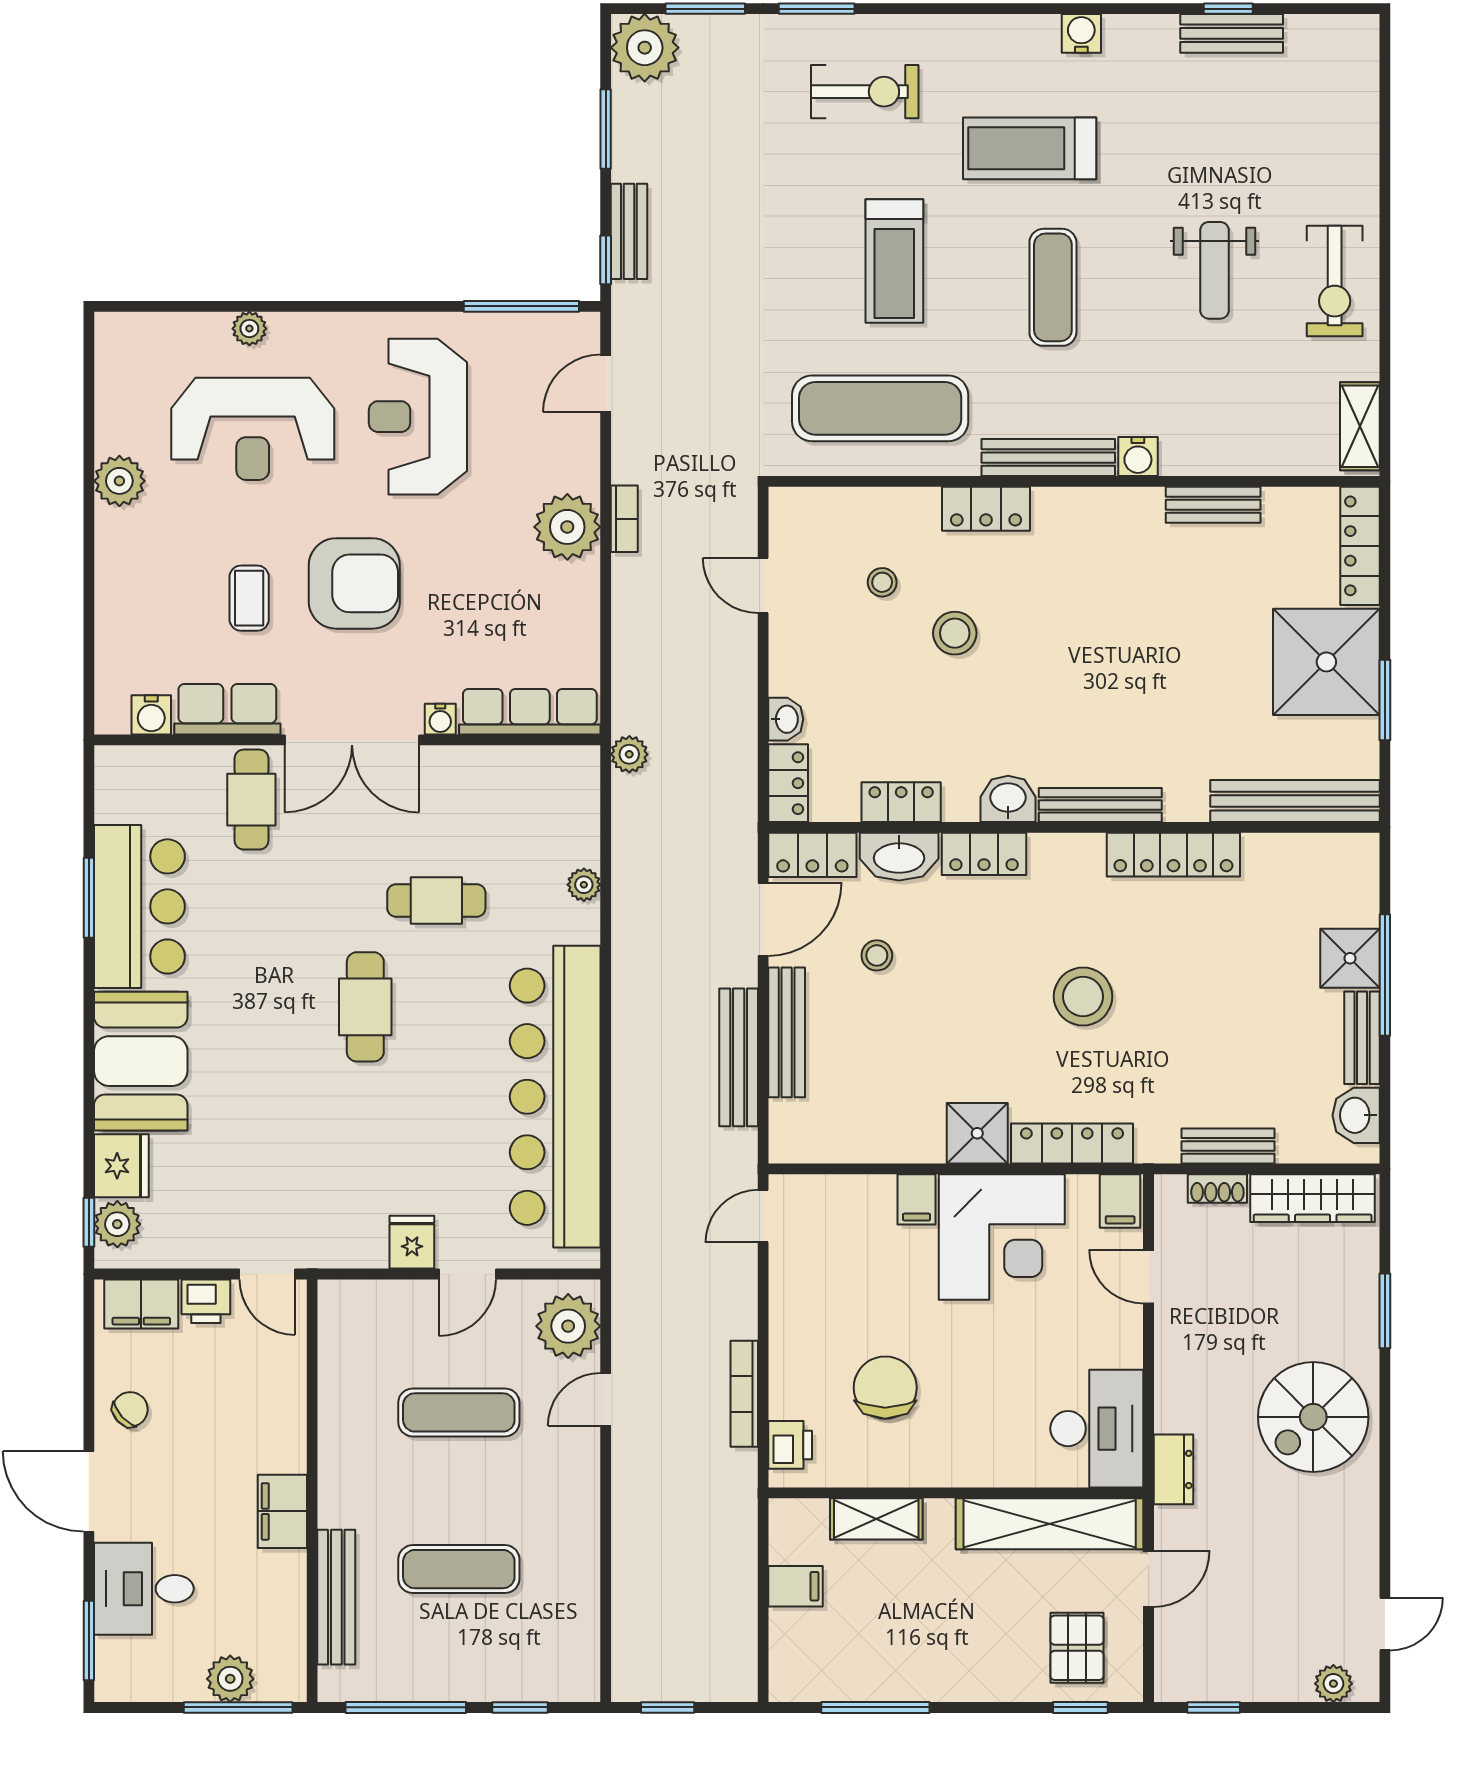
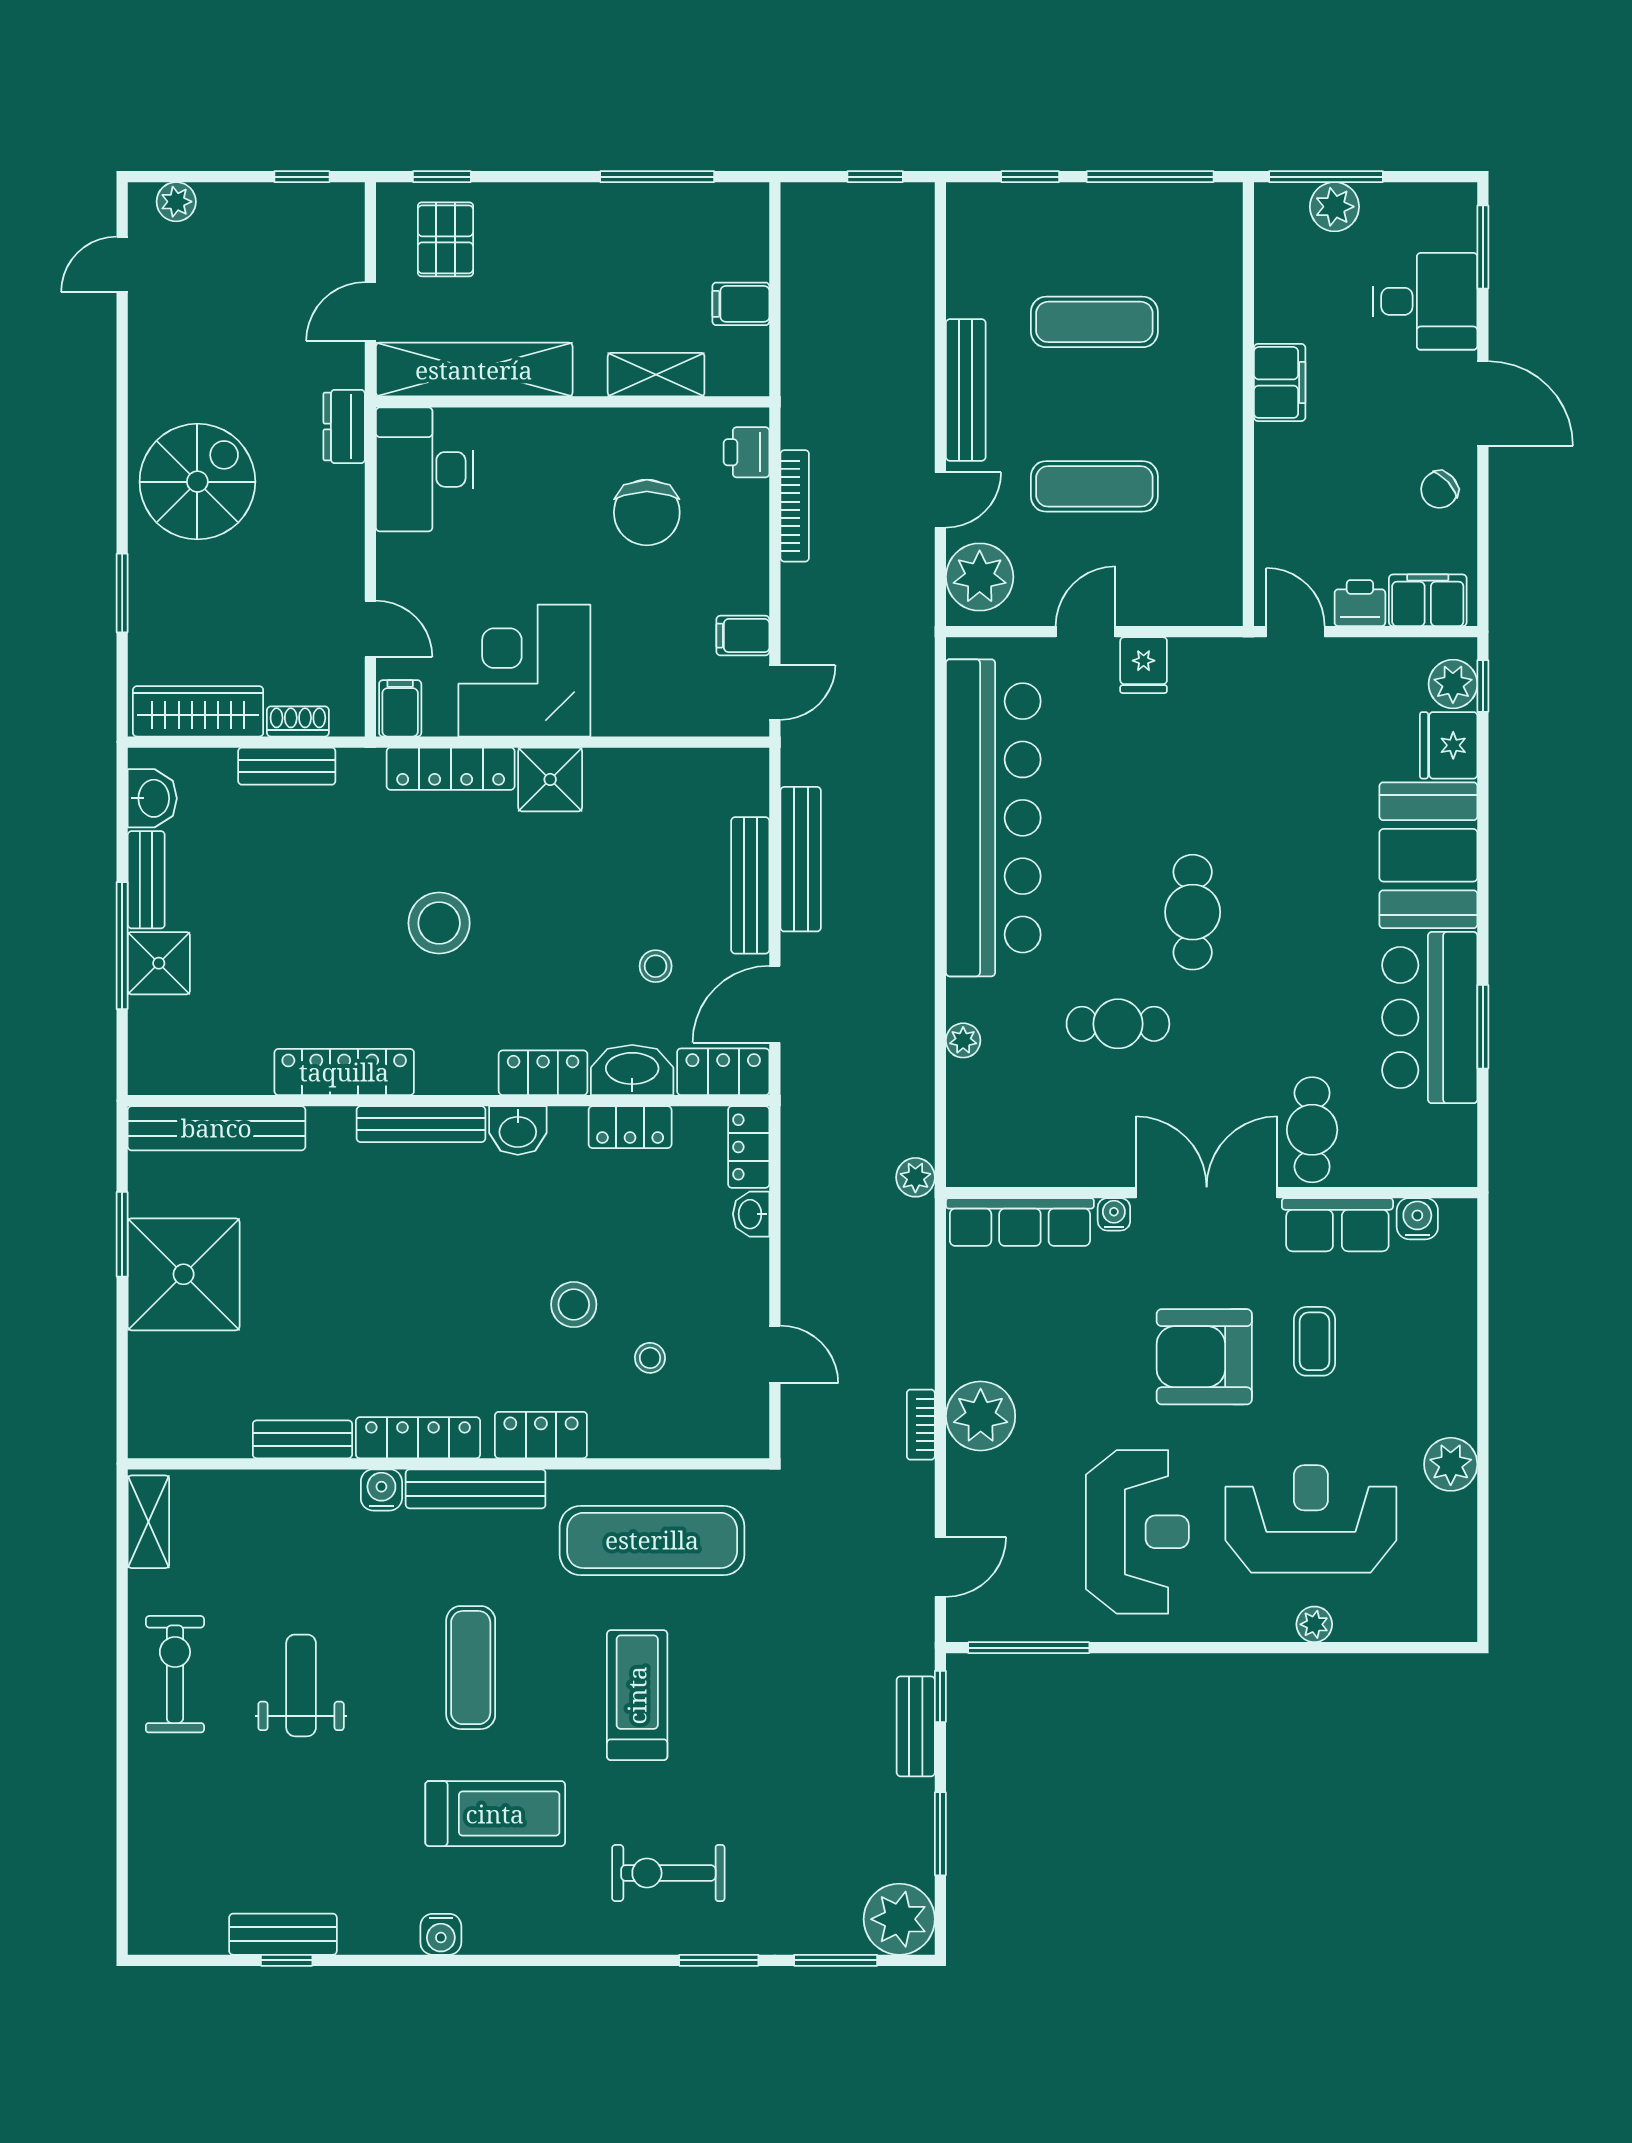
locker: (1360, 546) -> (418, 1438), moved, turned -90
filing cabinet: (917, 1199) -> (743, 636), moved, turned -90
bench: (336, 1597) -> (966, 390), moved

